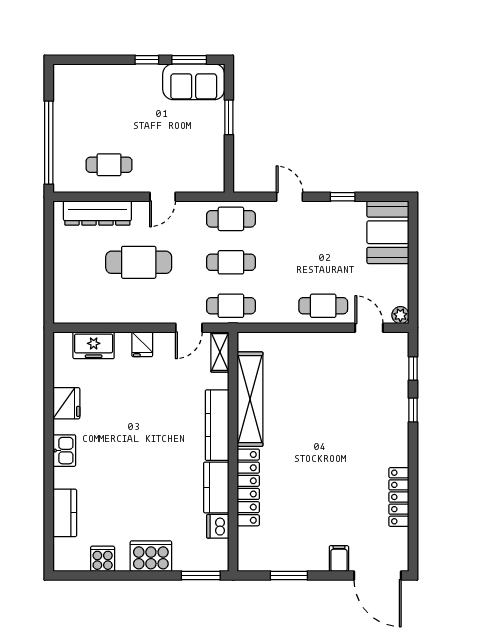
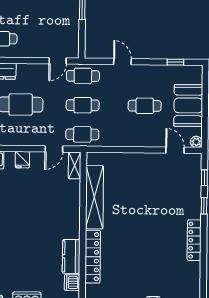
door: (163, 197) -> (58, 61), moved
window: (343, 197) -> (175, 62), moved
booth: (388, 232) -> (188, 105), moved
cafe table: (323, 306) -> (145, 106), moved
kitchen counter: (217, 425) -> (72, 215), removed
locker: (399, 497) -> (194, 240), moved

